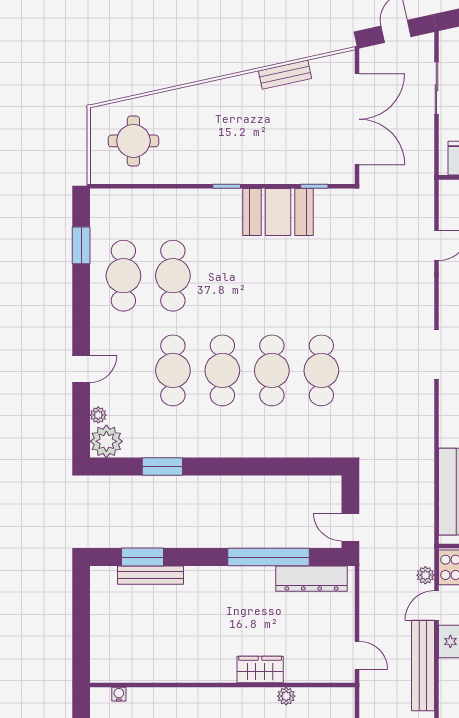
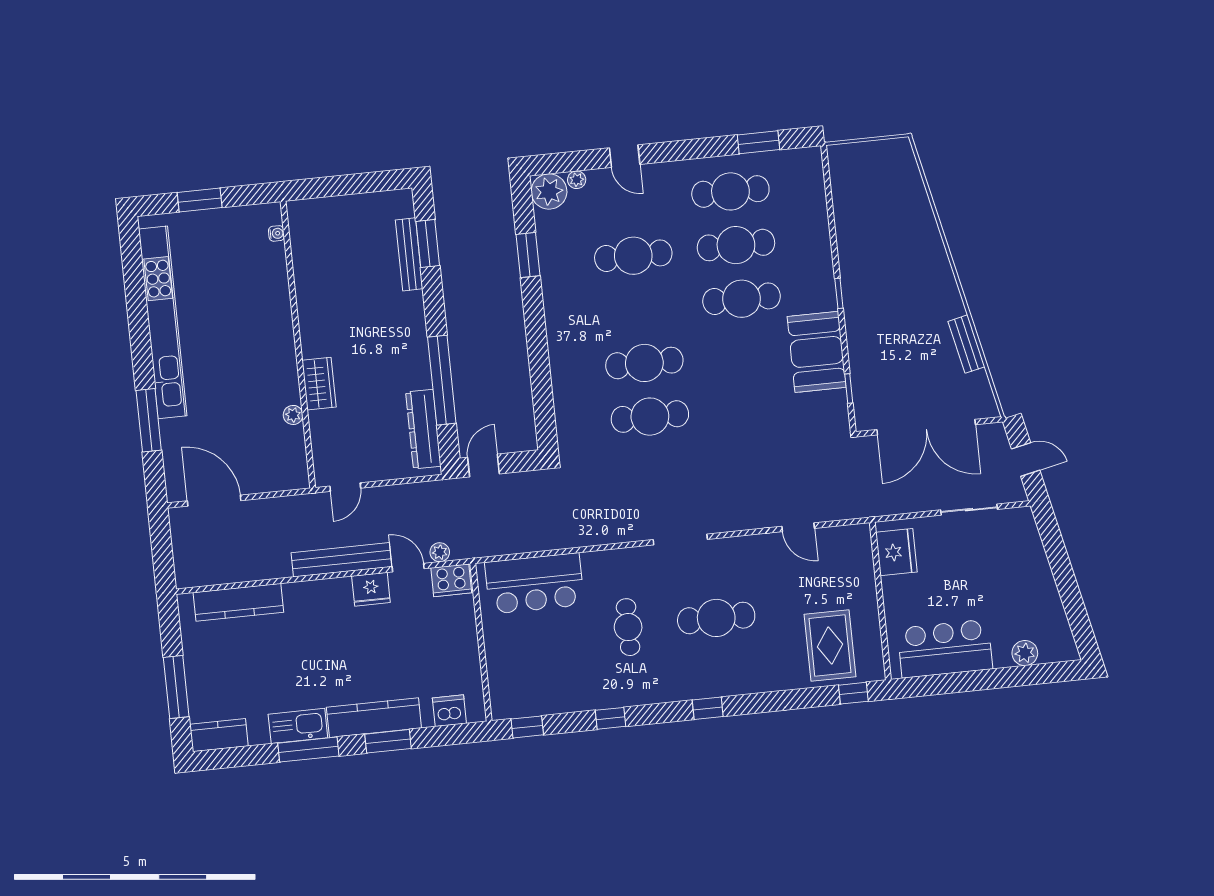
round table: (133, 141) -> (878, 187), removed
cafe table: (222, 370) -> (741, 299), moved

